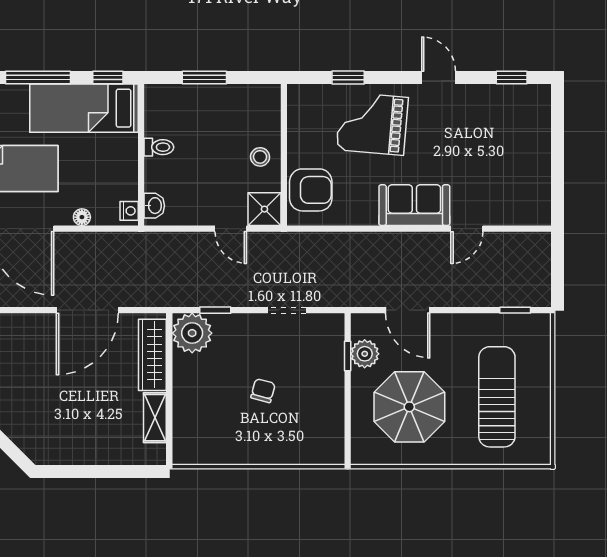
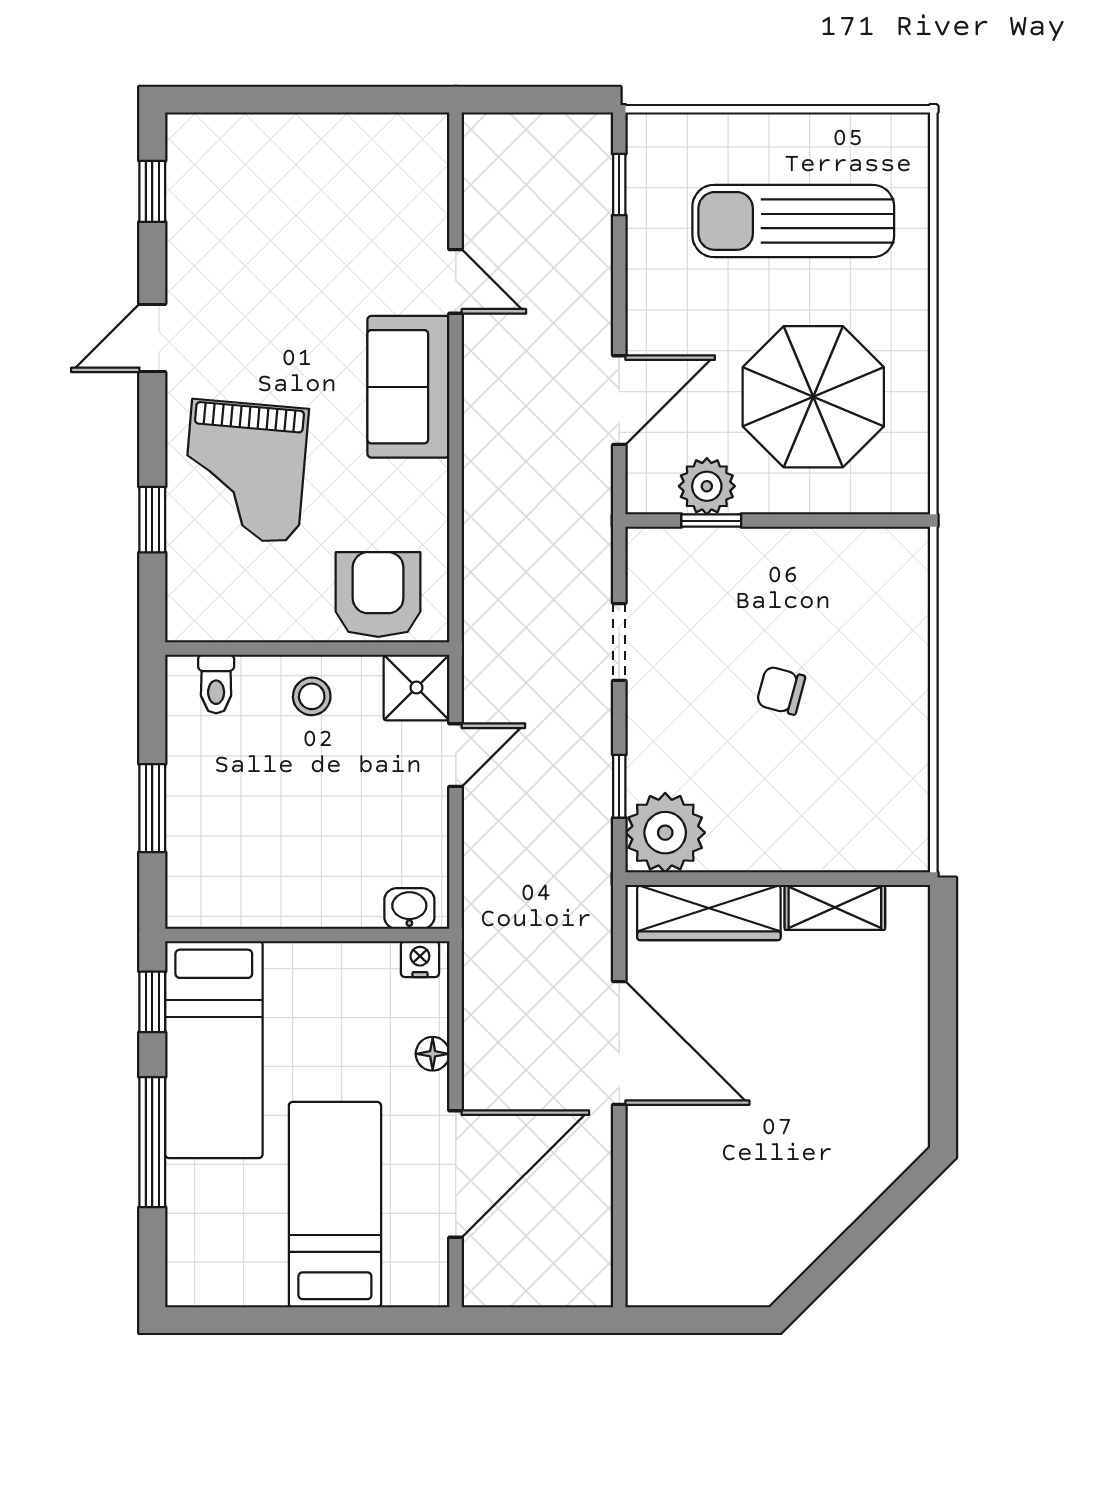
toilet: (159, 147) -> (216, 684), moved, turned 180

